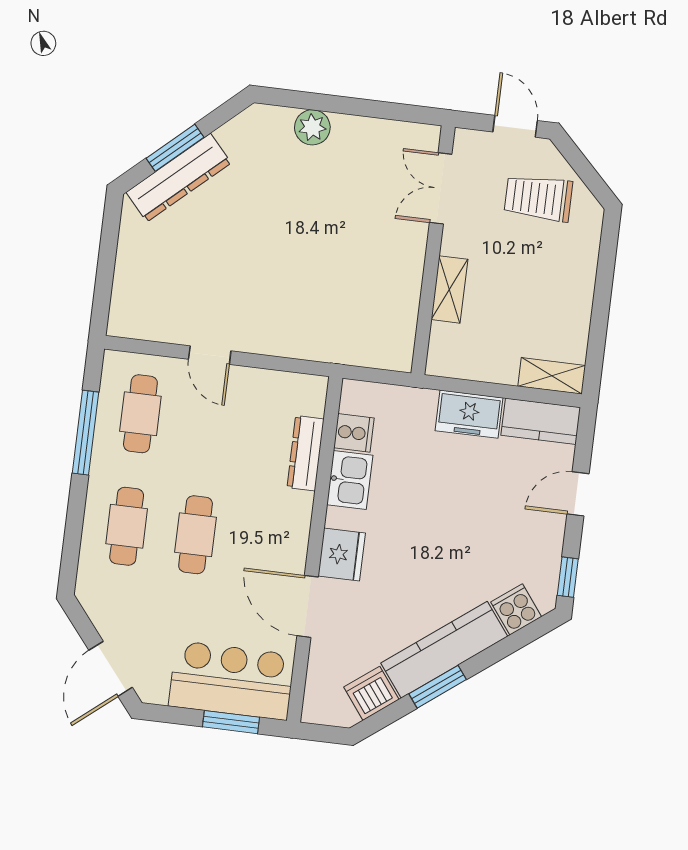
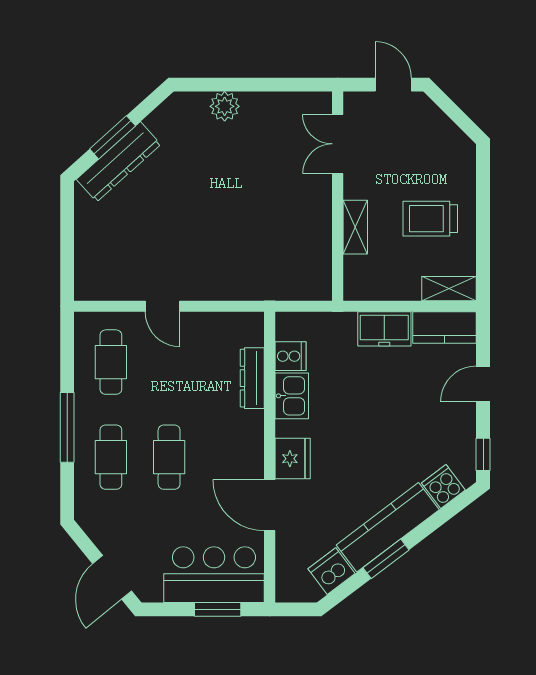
trolley: (538, 198) -> (430, 219), moved
window: (86, 433) -> (67, 427), moved

